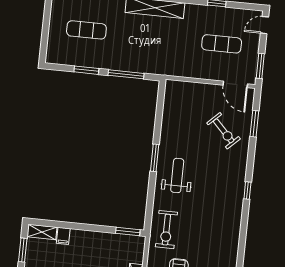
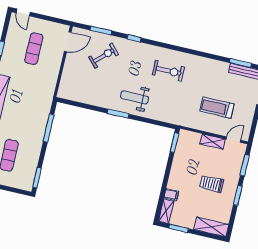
window: (260, 66) -> (55, 20), removed
window: (86, 70) -> (37, 178), moved
window: (247, 190) -> (134, 38), moved
exercise bike: (166, 230) -> (169, 71), moved

